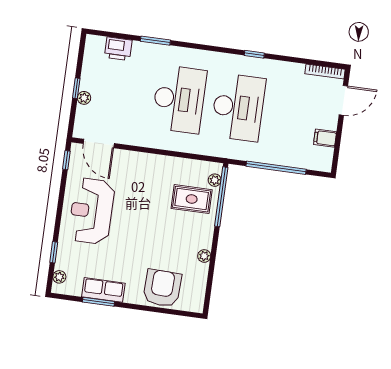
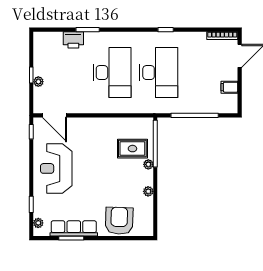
printer: (118, 49) -> (73, 40), moved
plant: (215, 180) -> (148, 164), moved
row of seats: (103, 290) -> (74, 228), width x1.48

